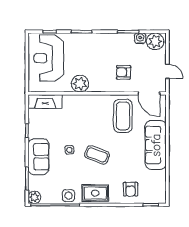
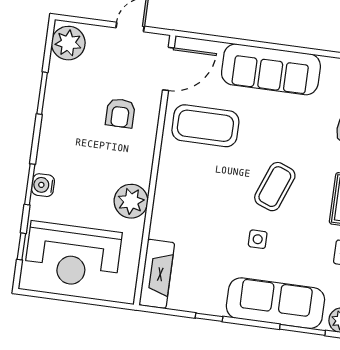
water cooler: (140, 38) -> (43, 185), moved
sofa: (39, 157) -> (275, 303), width x1.36

